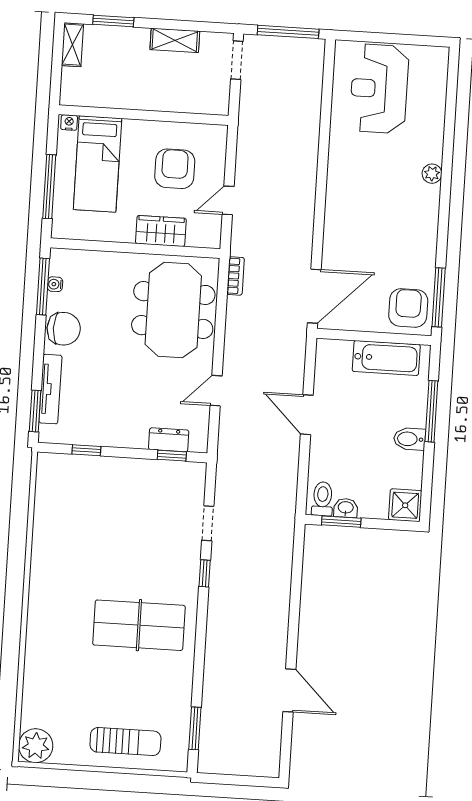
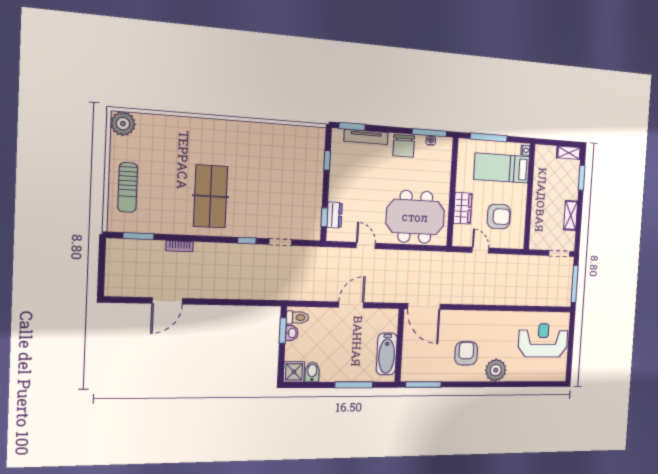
plant: (432, 174) -> (496, 370), width x1.88, depth x1.88
bookcase: (236, 276) -> (180, 246), moved
armchair: (408, 308) -> (466, 353), moved, turned -90
bidet: (410, 439) -> (312, 372), moved

